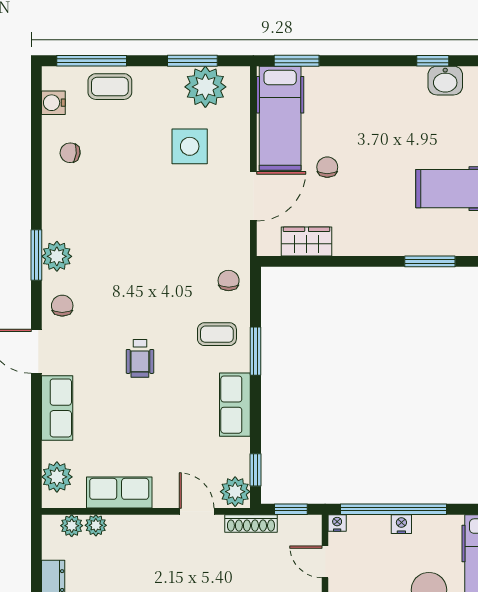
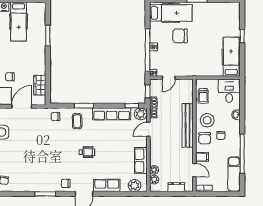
door: (253, 196) -> (22, 107), hinge flipped
plant: (57, 256) -> (46, 186), removed
row of seats: (235, 405) -> (112, 114), width x1.48

